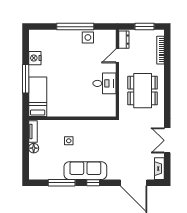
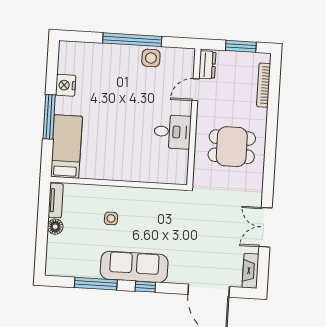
dining table: (143, 91) -> (232, 147), width x0.73

